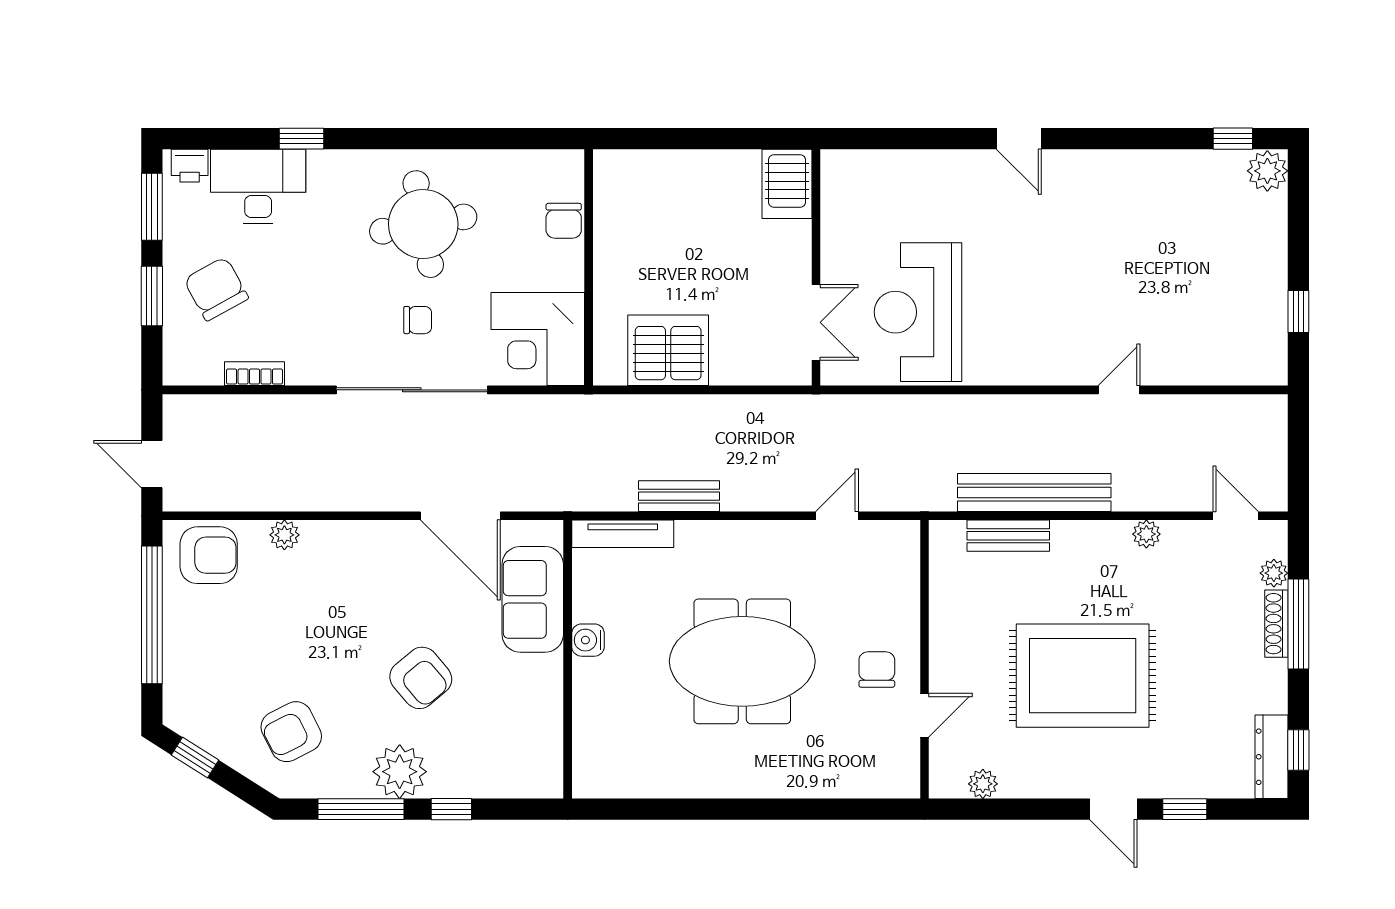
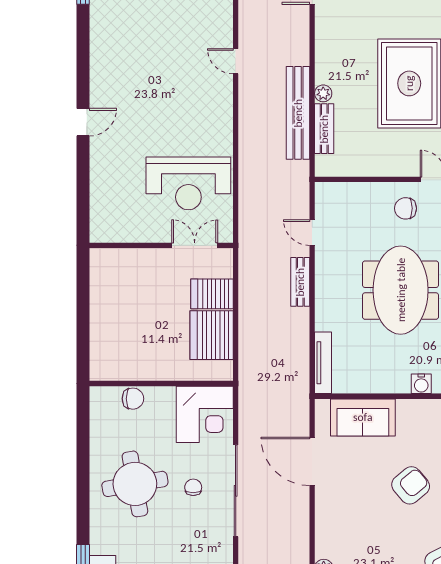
server rack: (787, 184) -> (212, 294), moved, turned 180
bench: (679, 496) -> (300, 282), moved
door: (460, 516) -> (312, 461), swing flipped
plant: (1146, 534) -> (323, 93), moved
water cooler: (588, 640) -> (421, 384), moved

